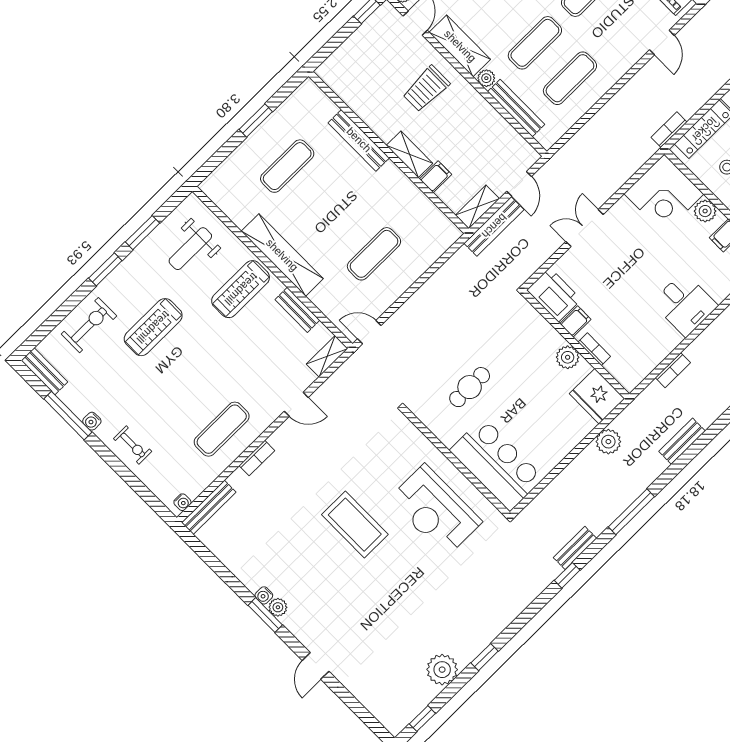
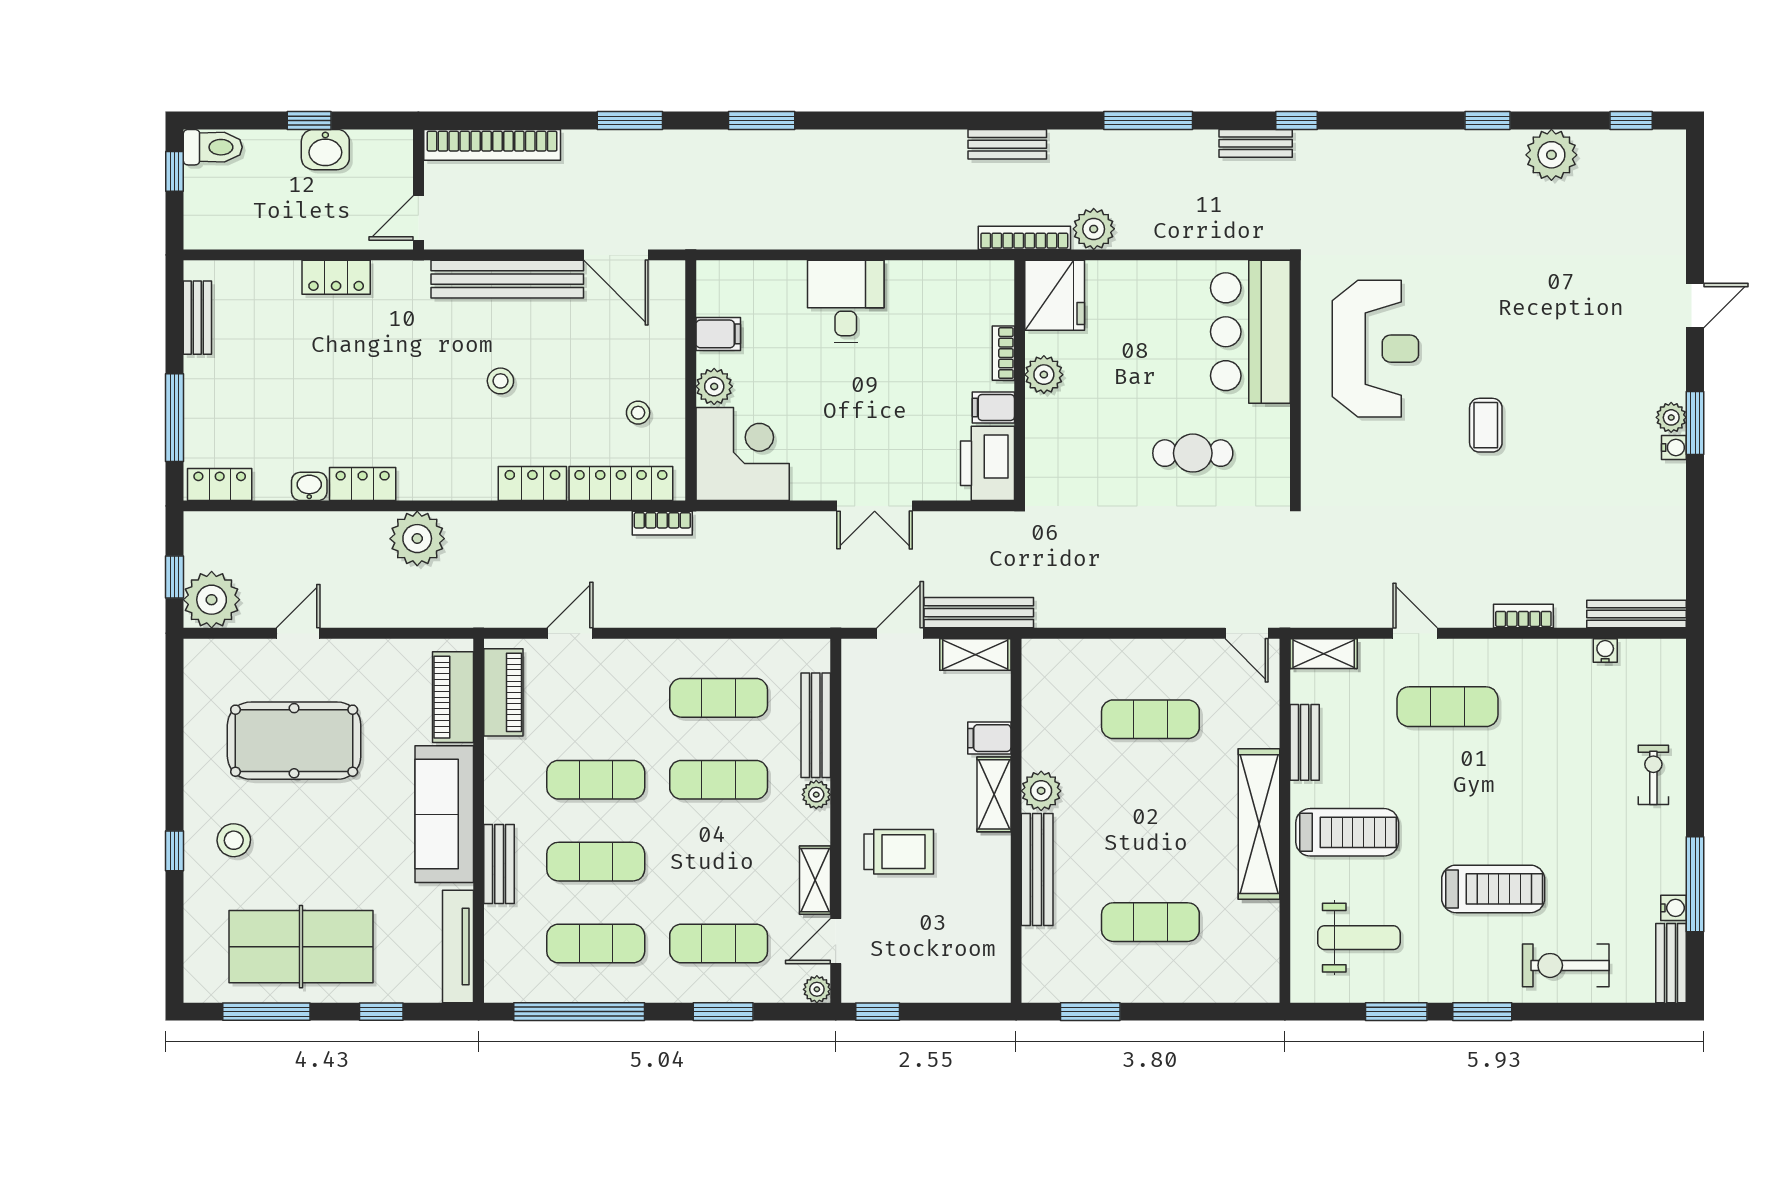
shelving: (460, 46) -> (815, 880), width x0.67, depth x0.75
window: (256, 120) -> (1090, 1012), moved
plant: (391, 176) -> (1041, 791), added
bookcase: (673, 370) -> (1024, 238), moved, width x1.56
water cooler: (92, 421) -> (1673, 908), moved
exercise mat: (222, 429) -> (1447, 707), moved
water cooler: (182, 502) -> (1605, 650), moved
coffee table: (355, 525) -> (1486, 425), width x0.54, depth x0.58

